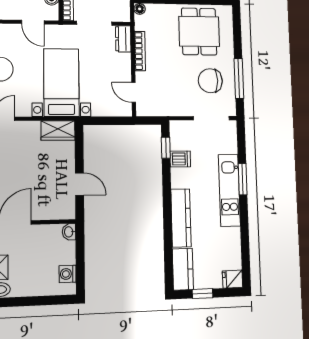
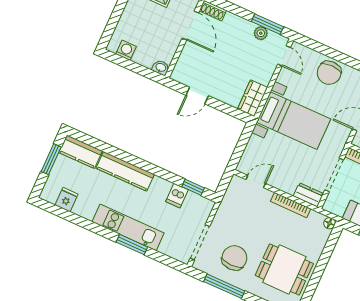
fridge: (233, 279) -> (67, 200), moved
window: (203, 294) -> (51, 159), width x1.50

